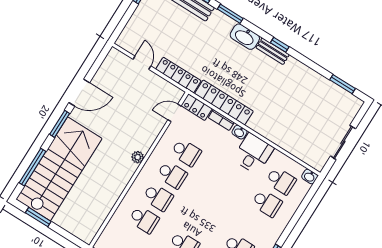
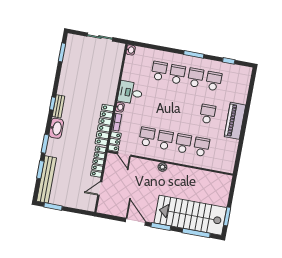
school desk: (281, 181) -> (177, 74), moved

